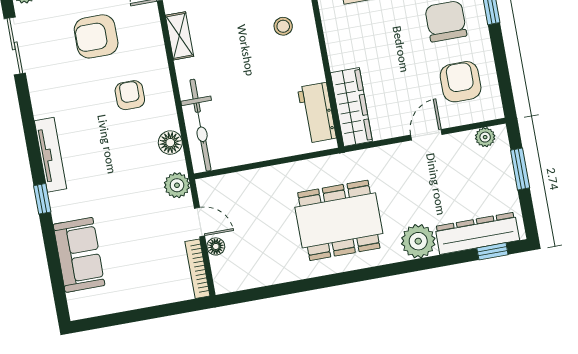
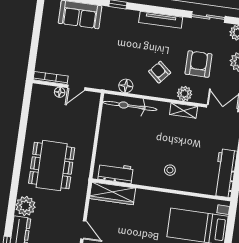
armchair: (130, 95) -> (160, 72), turned -139
tv unit: (51, 155) -> (161, 20), moved
plant: (177, 185) -> (184, 94), moved

